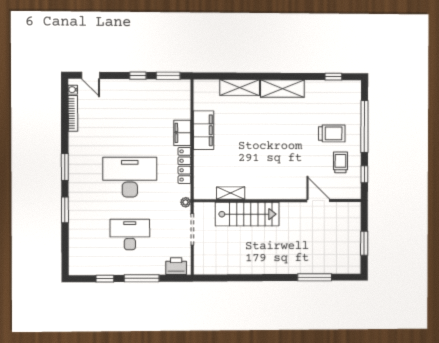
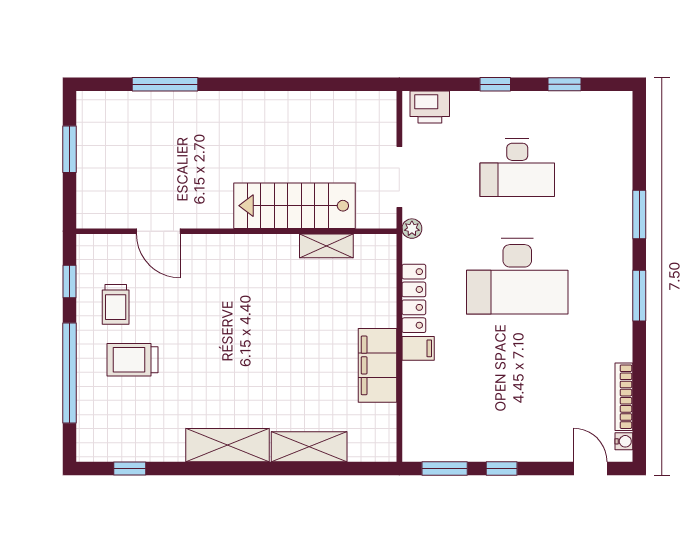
filing cabinet: (182, 133) -> (418, 348), width x0.50
window: (142, 278) -> (495, 84), width x0.46

